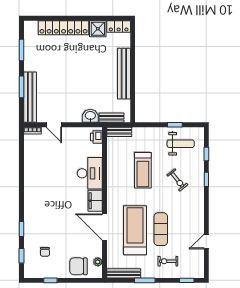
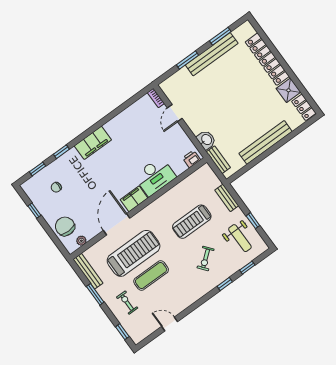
bench: (30, 97) -> (212, 54), moved
bench: (119, 132) -> (227, 198), moved
filing cabinet: (32, 201) -> (93, 143), added

